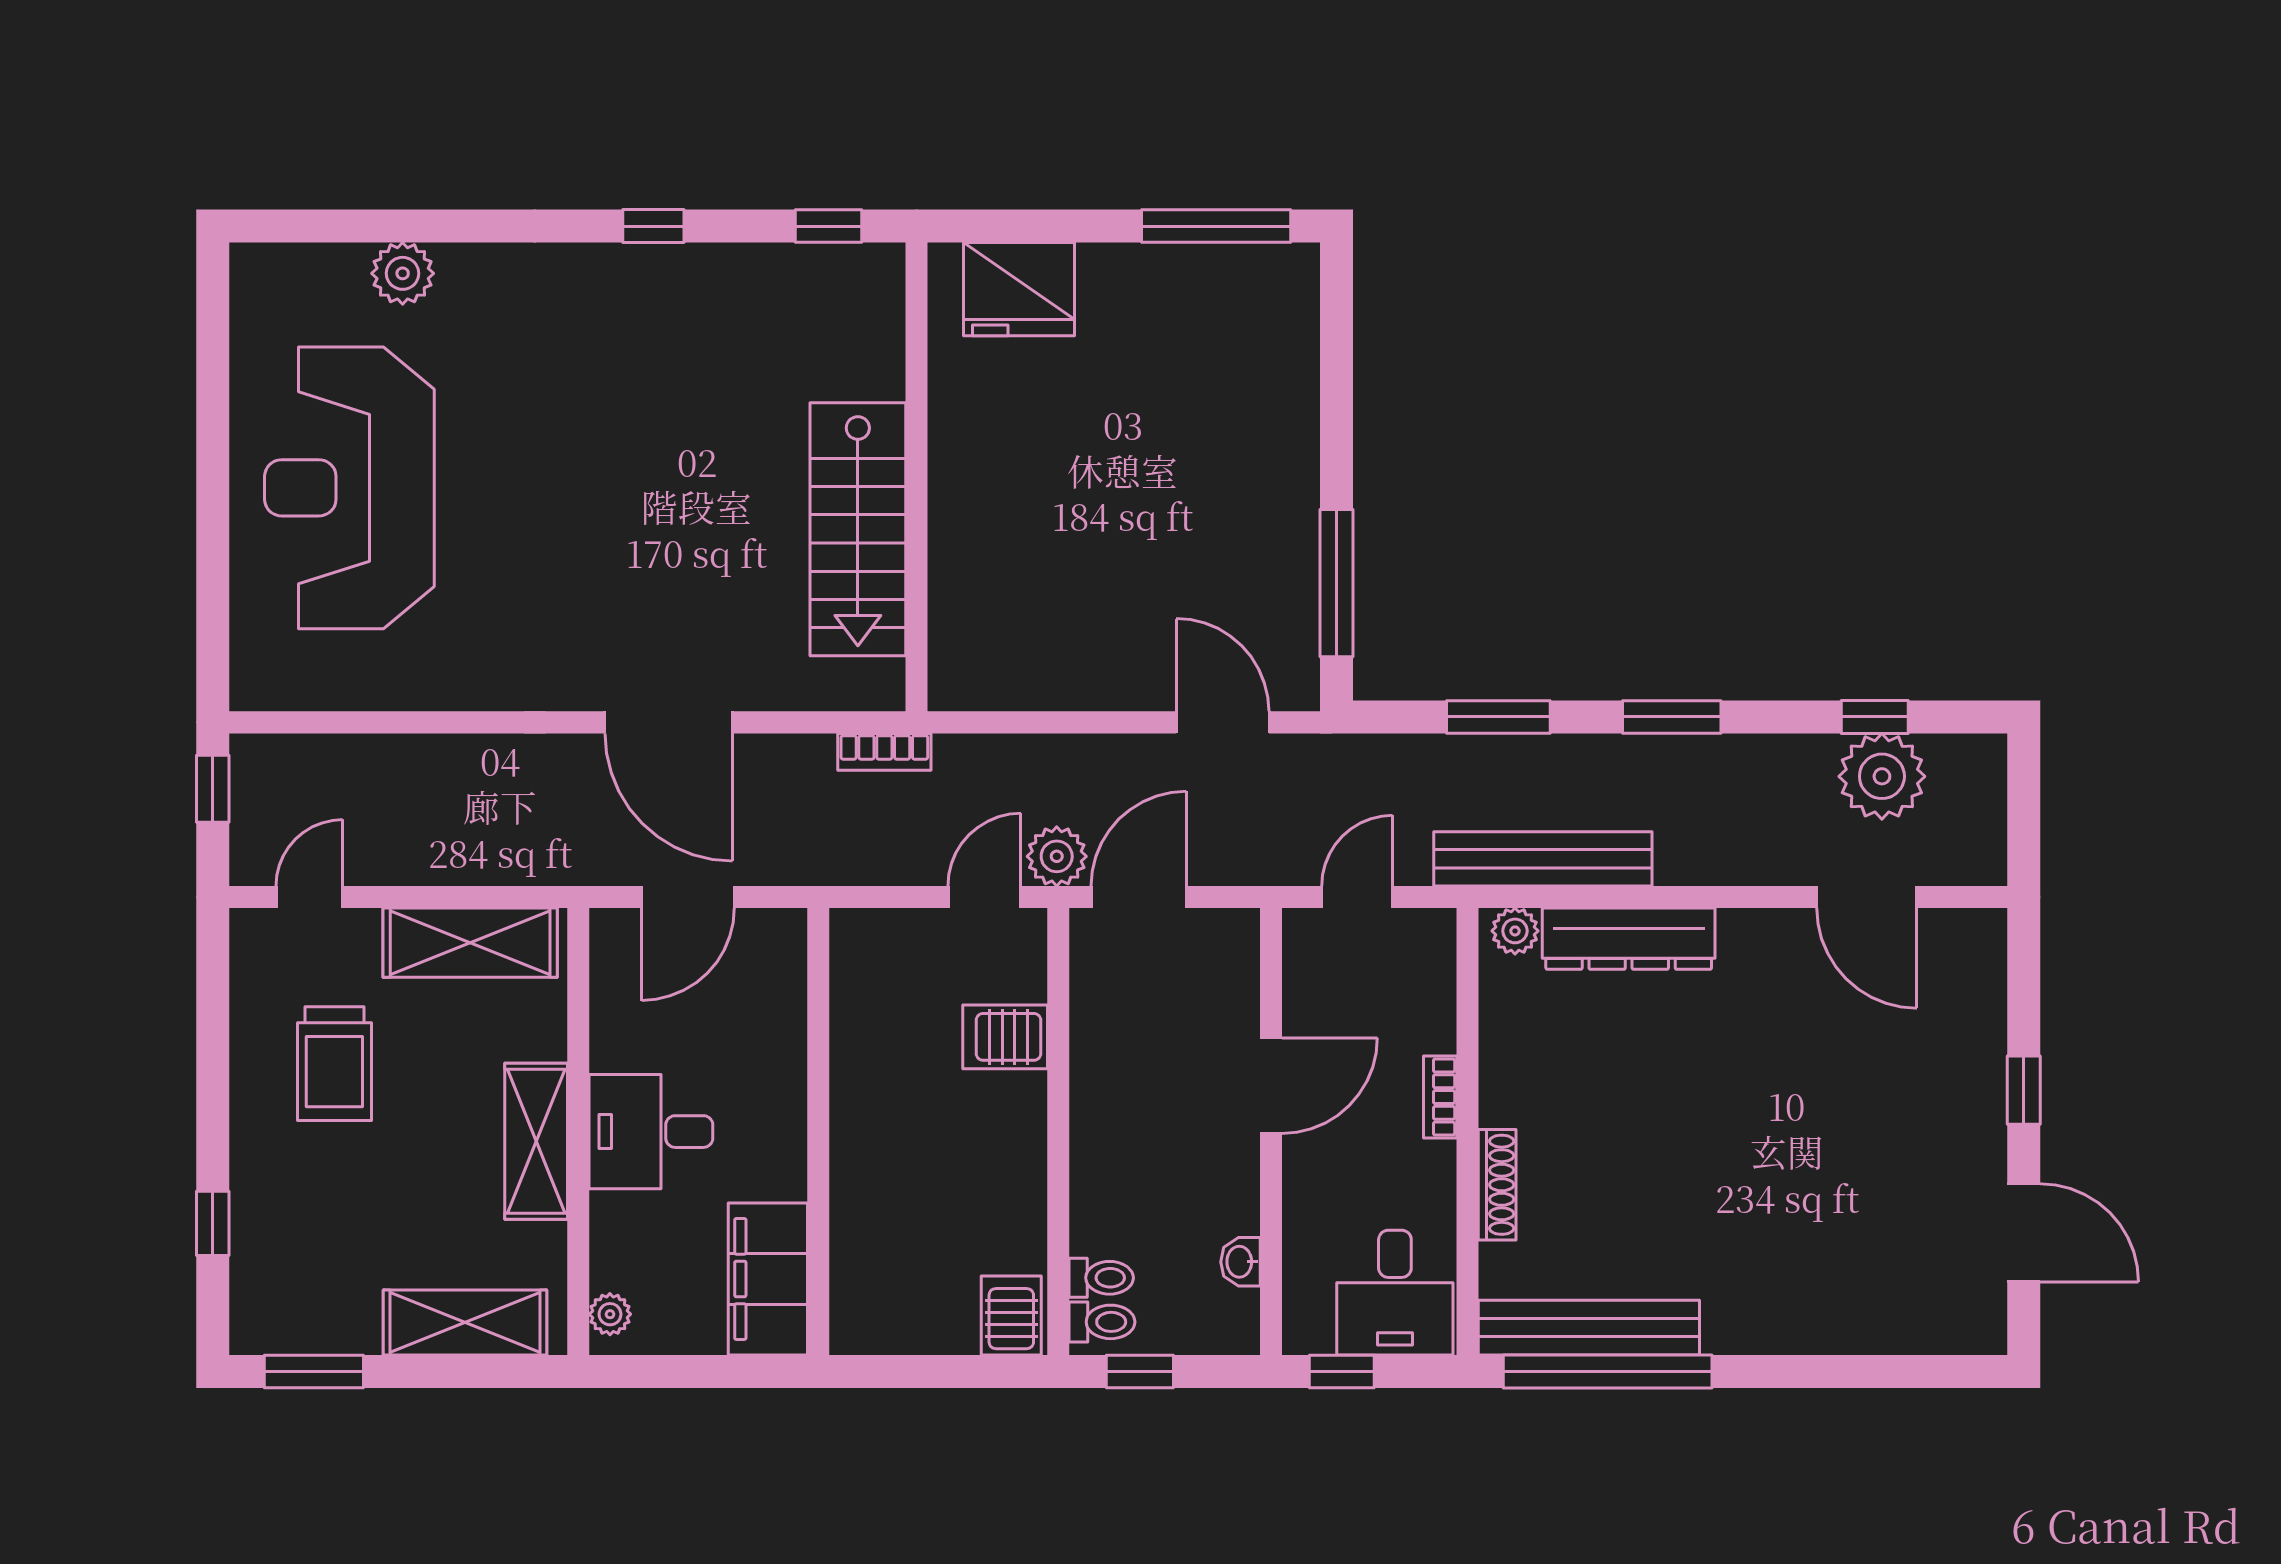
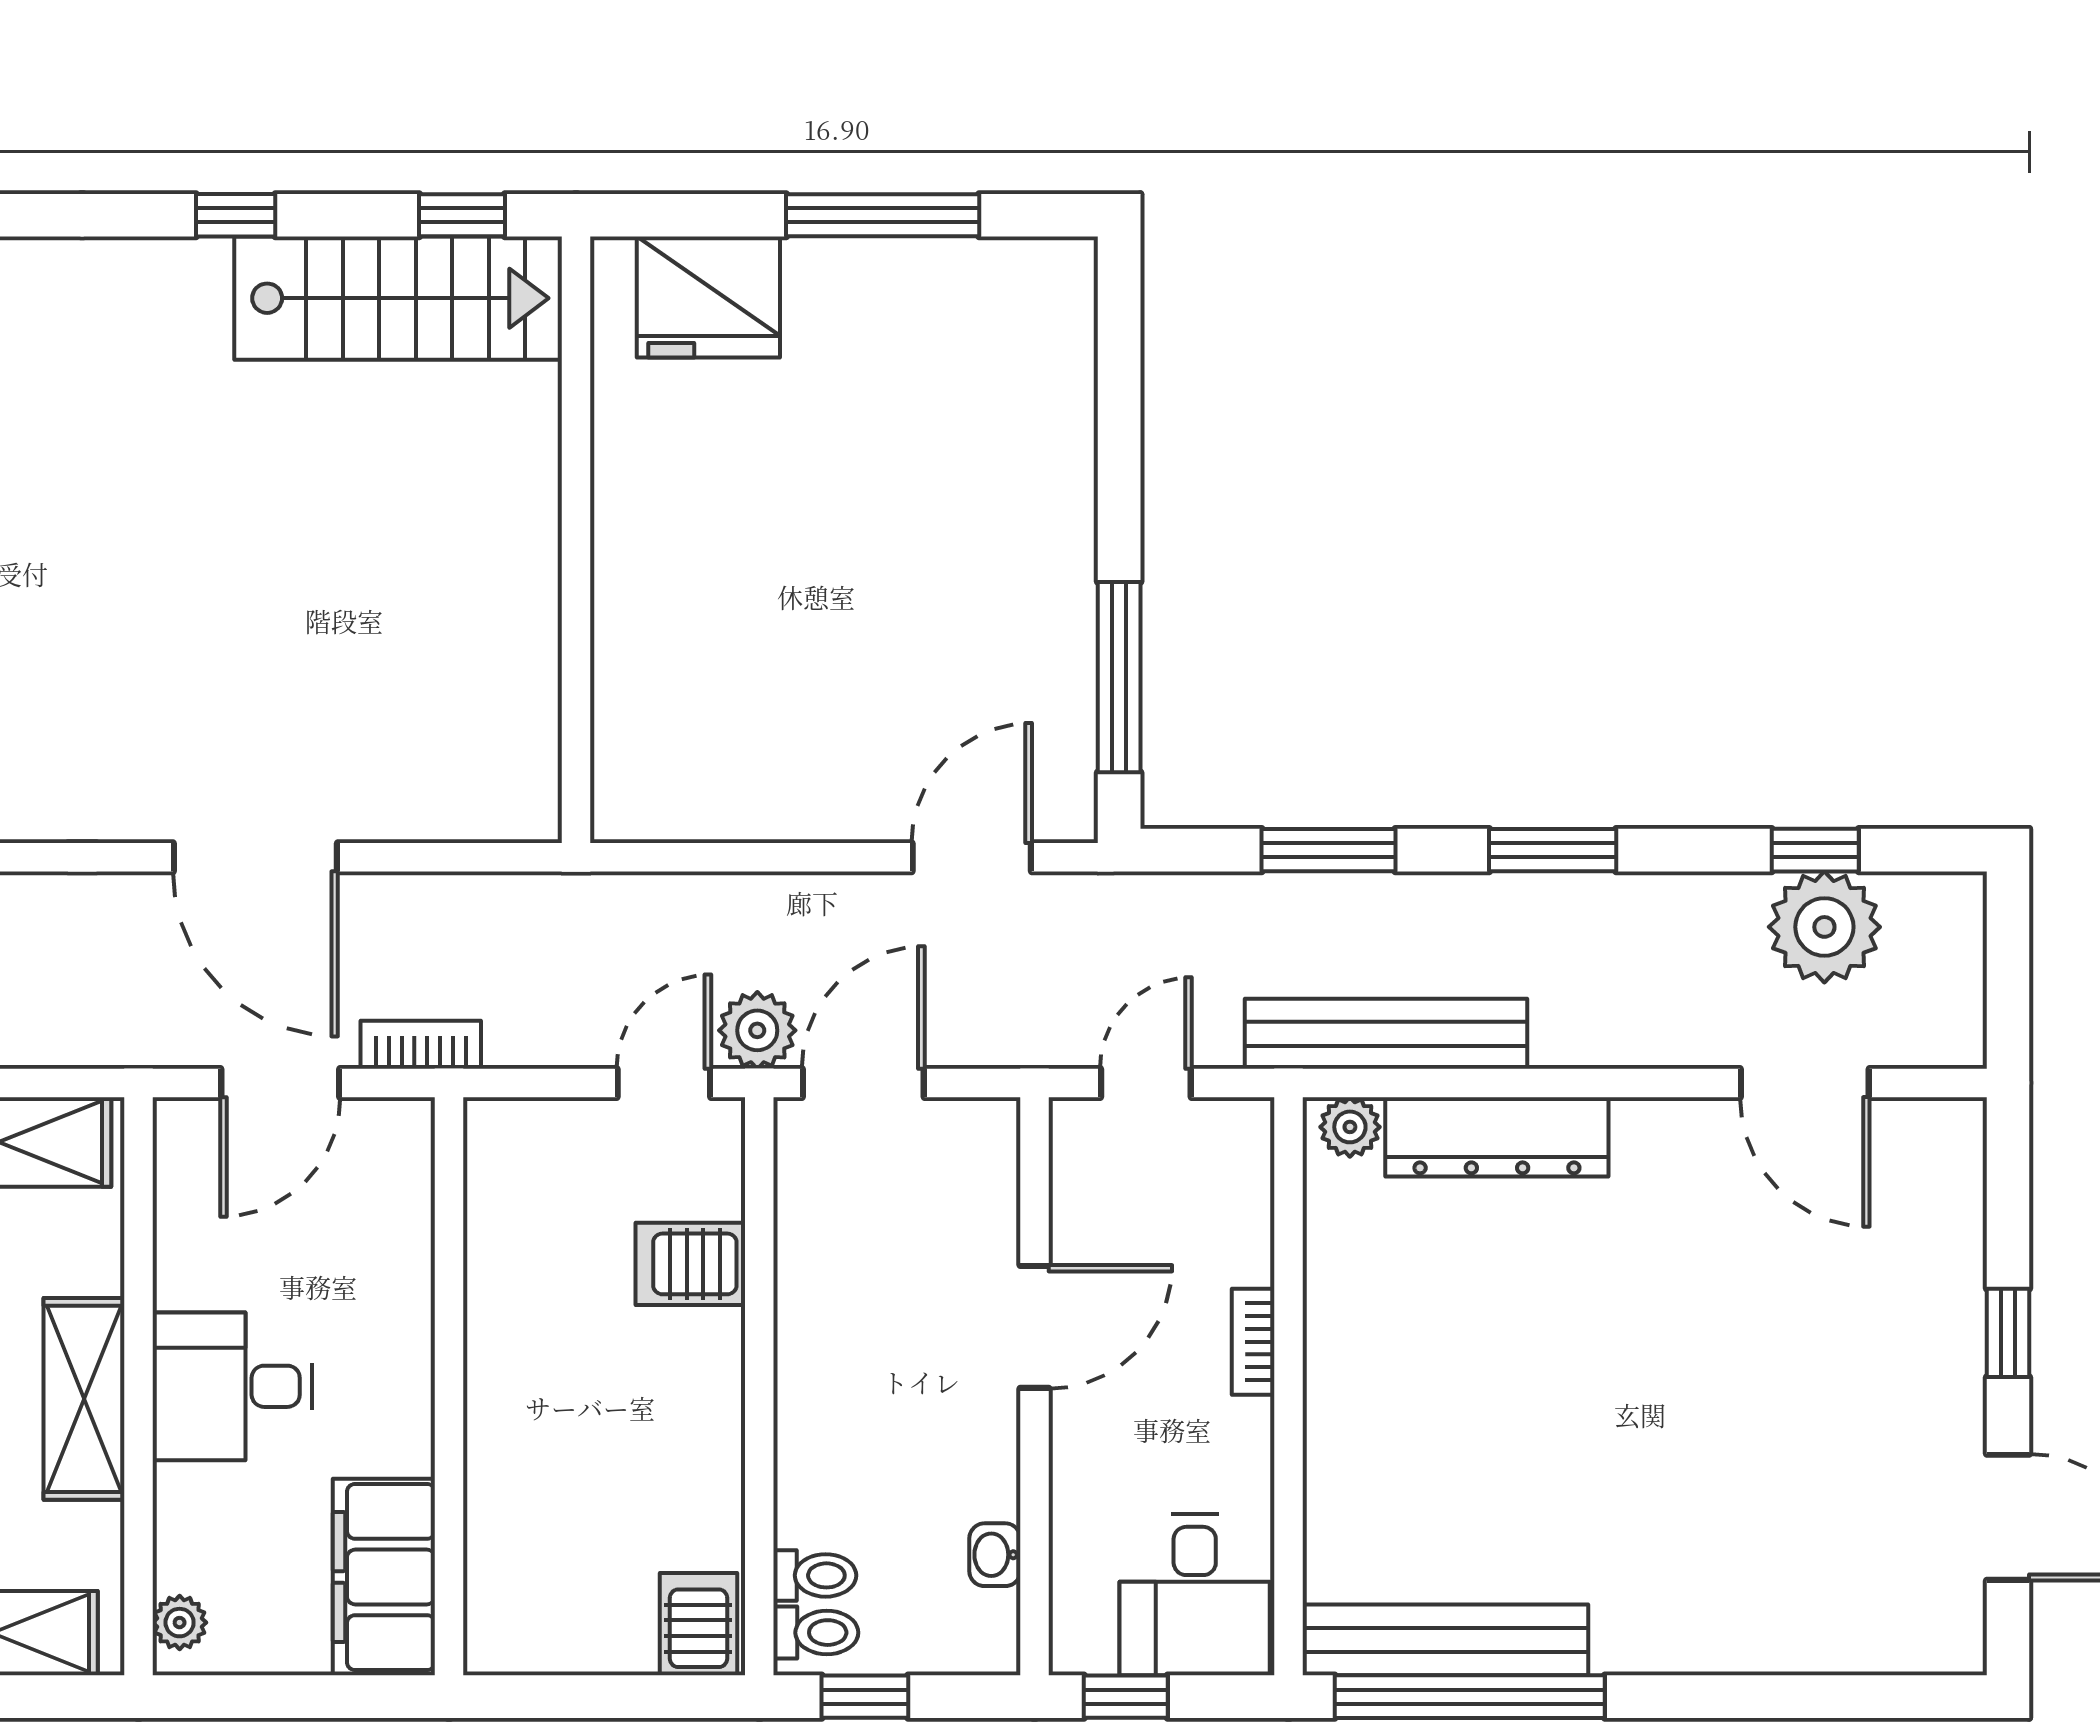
window: (1216, 226) -> (883, 215), moved
stairs: (858, 529) -> (398, 298), moved, turned -90
door: (1223, 722) -> (972, 857), hinge flipped
bookcase: (884, 752) -> (421, 1045), moved, turned 180
shoe rack: (1497, 1185) -> (1327, 1455), removed

